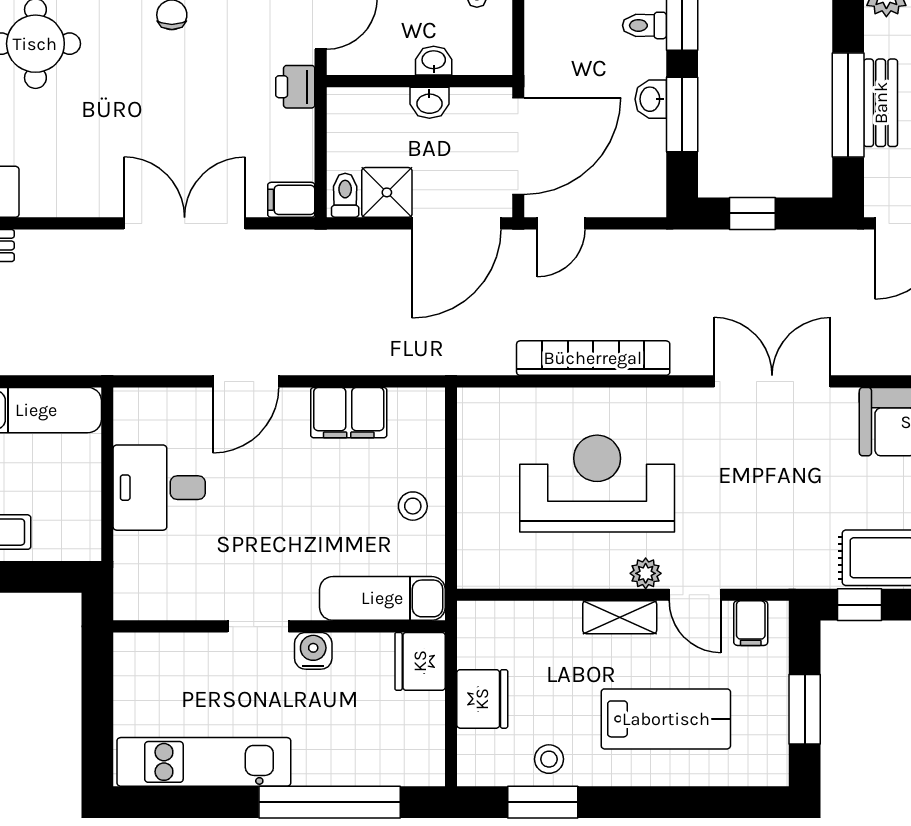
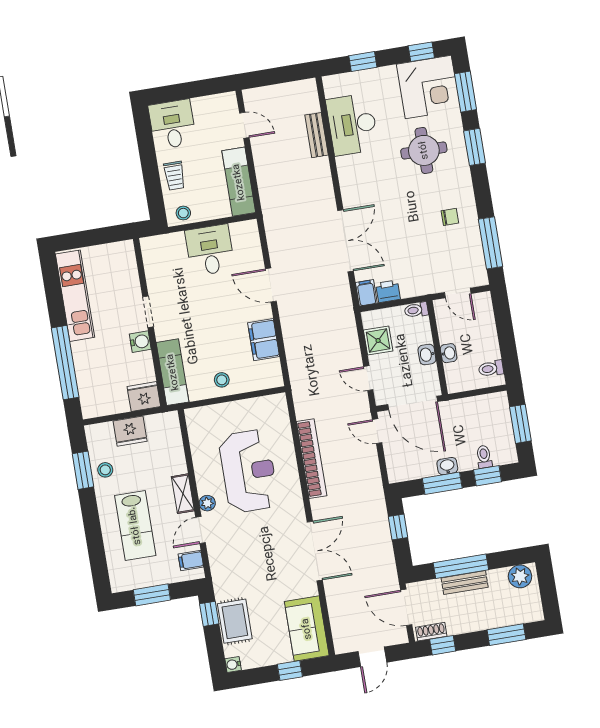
printer: (295, 87) -> (388, 291), moved
toilet: (345, 195) -> (416, 310), moved, turned 180
door: (456, 223) -> (368, 378), width x0.53
stool: (79, 527) -> (183, 213), added

